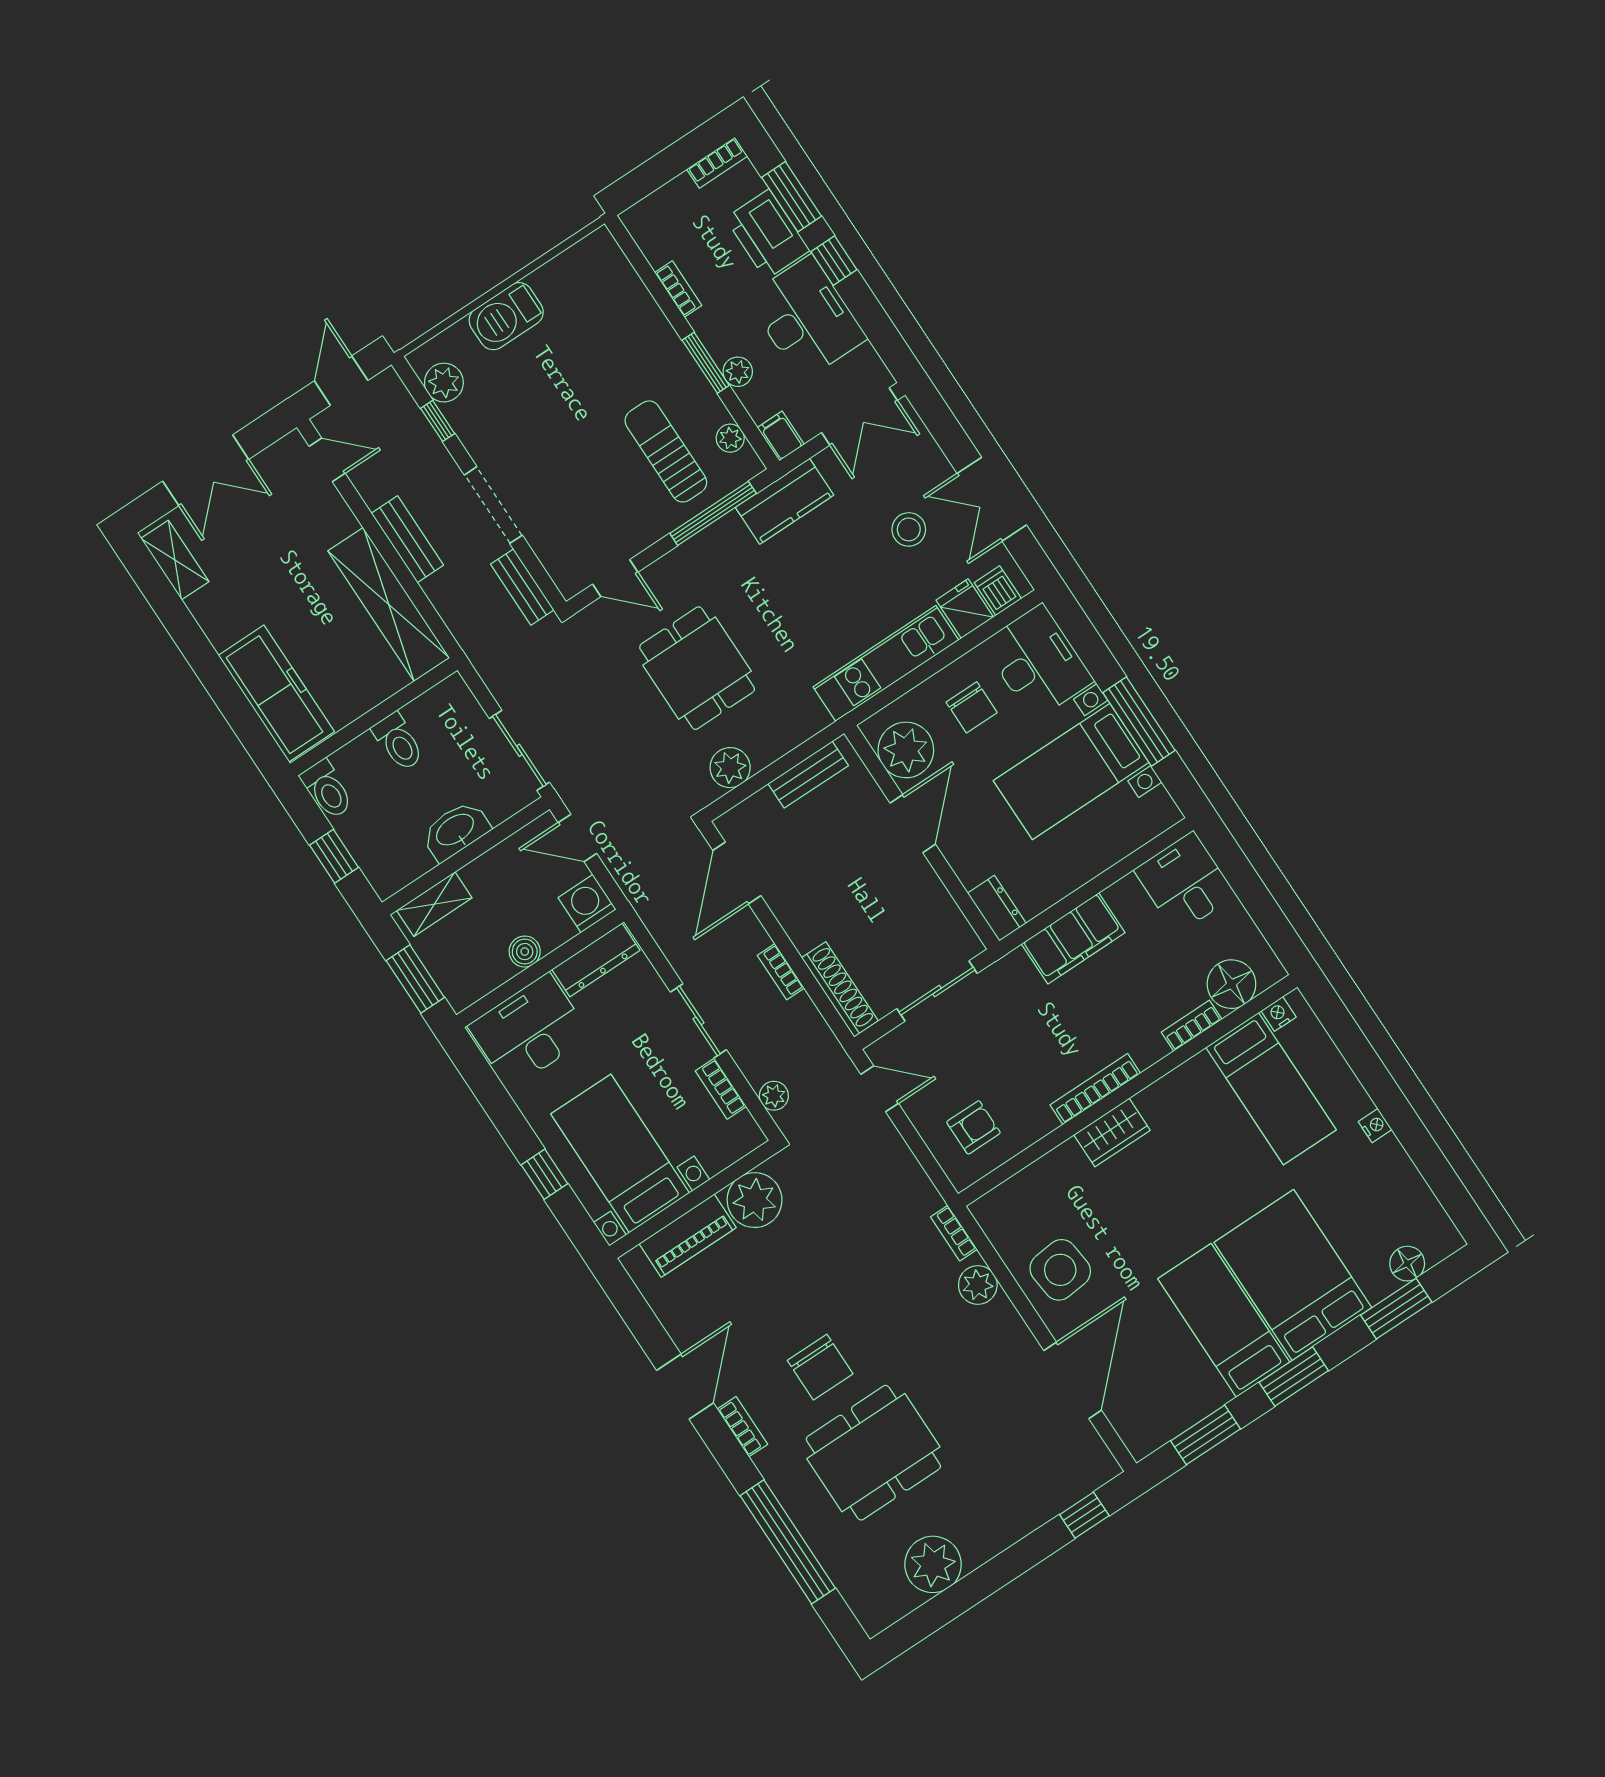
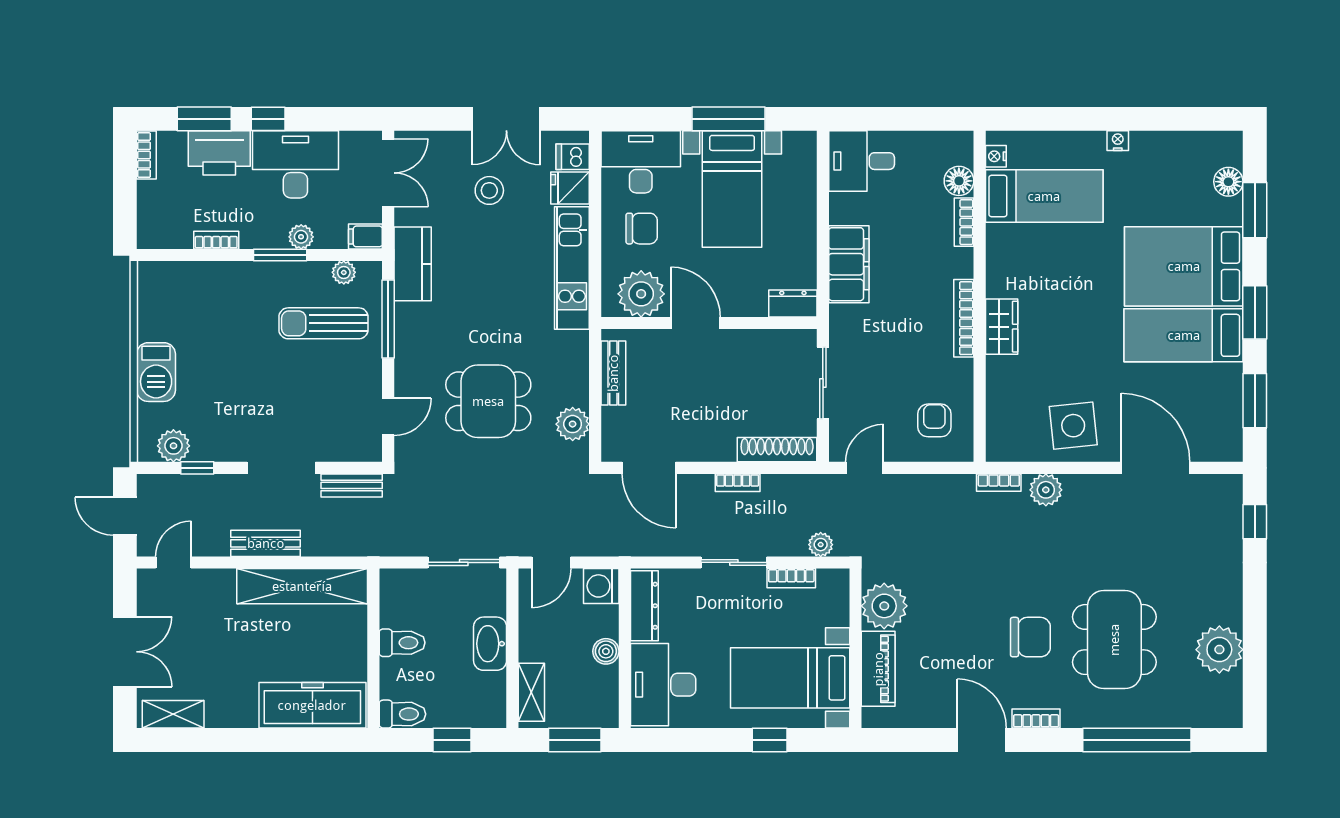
floor lamp: (1231, 984) -> (959, 181), width x0.73, depth x0.73

